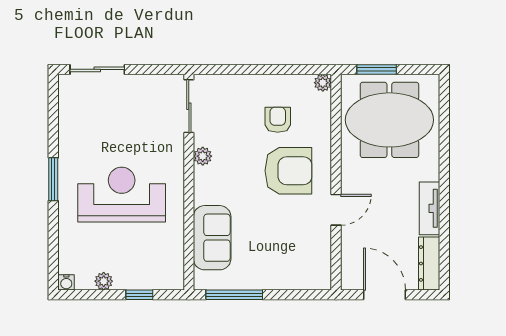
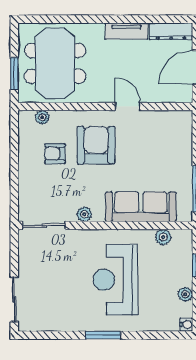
plant: (323, 83) -> (42, 117), moved
sofa: (212, 238) -> (141, 207), width x1.36
plant: (174, 254) -> (163, 237), added

